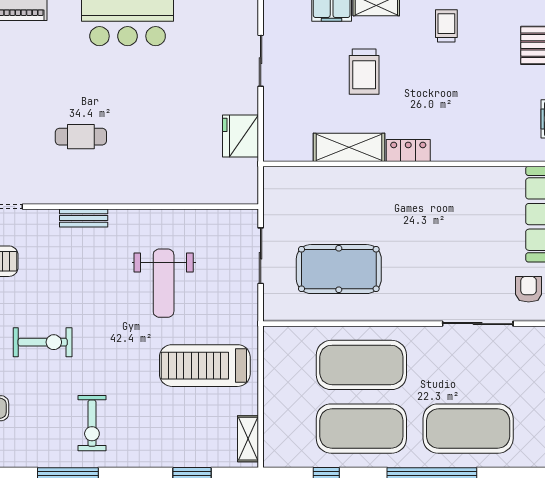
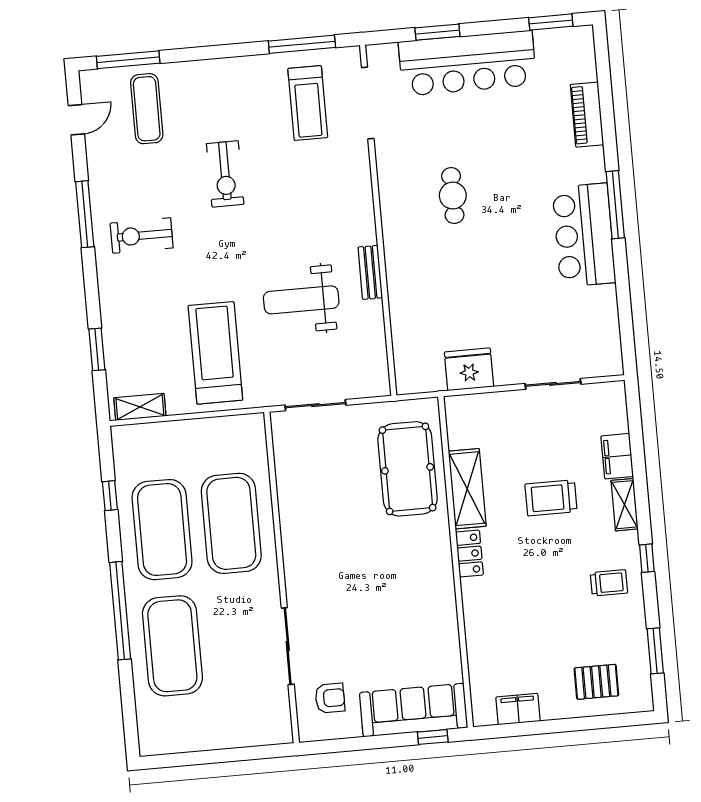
bench: (84, 218) -> (370, 272), moved
sliding door: (261, 256) -> (315, 405), moved
pool table: (339, 269) -> (408, 469), moved

